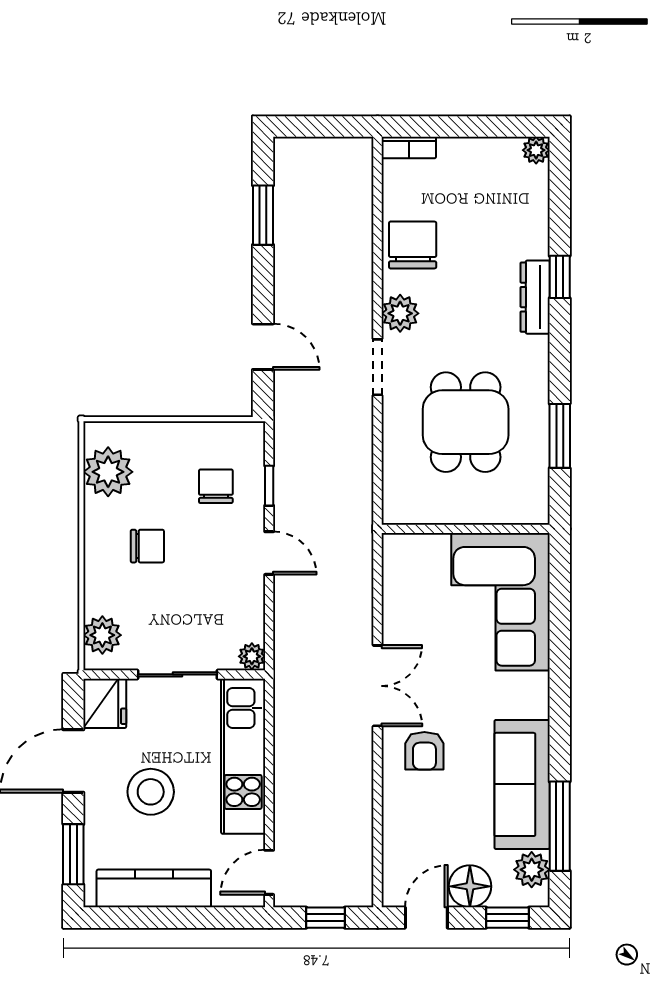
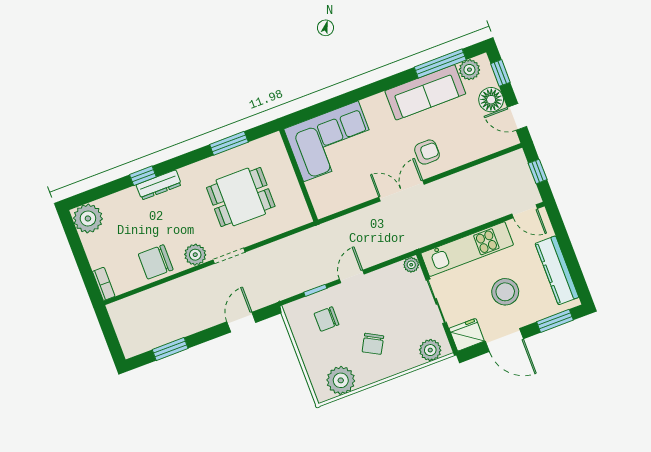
plant: (536, 150) -> (88, 218), width x1.87, depth x1.87
chair: (147, 546) -> (373, 344), turned -151

